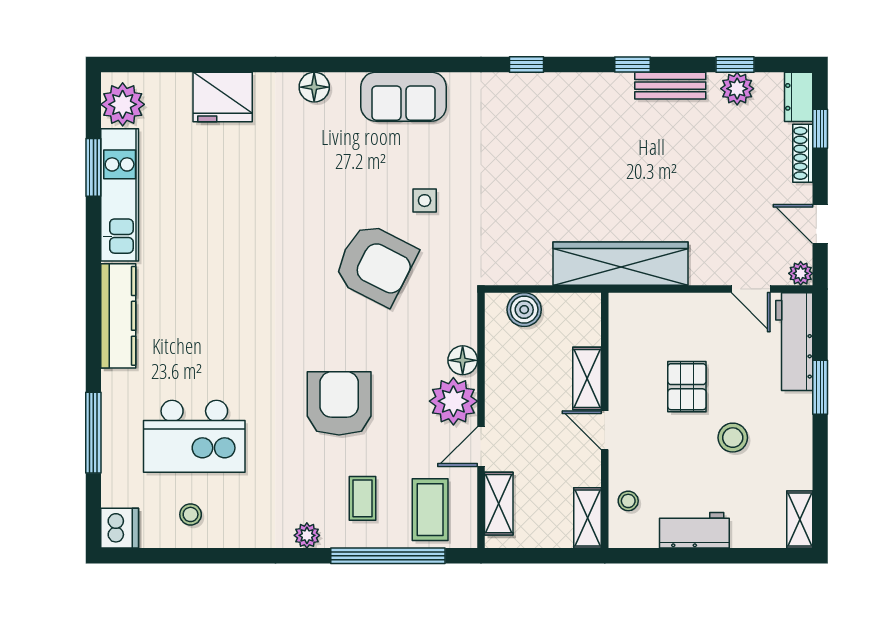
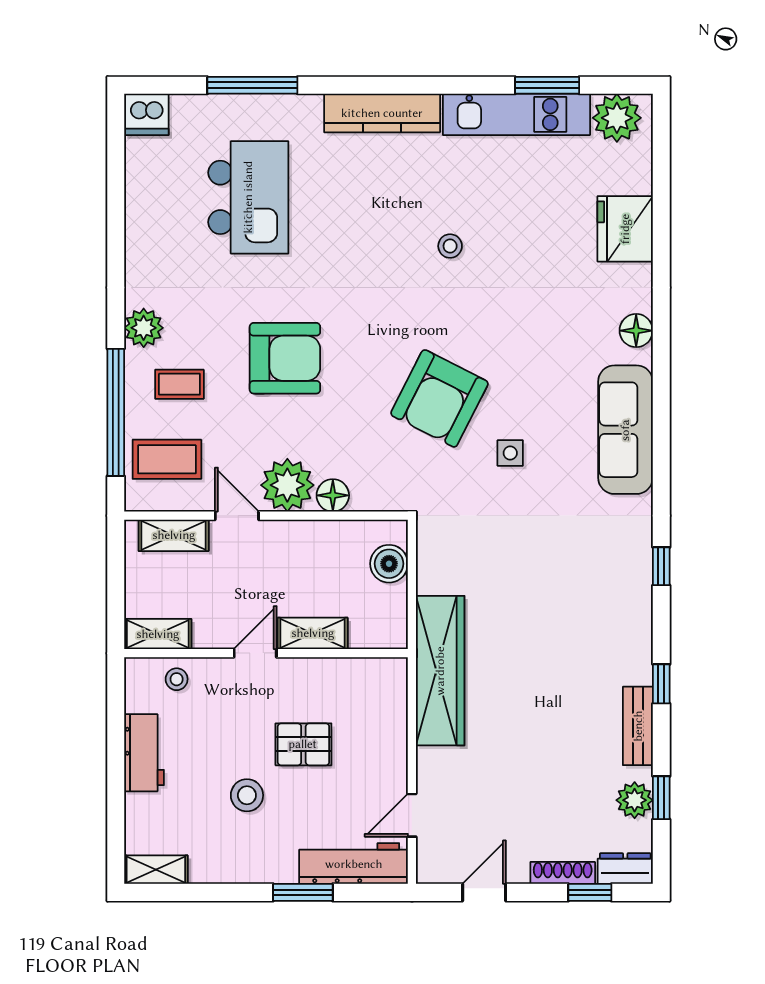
sofa: (404, 97) -> (625, 430), width x1.36
plant: (801, 273) -> (429, 871), removed
kitchen island: (194, 436) -> (248, 197), turned 180
stool: (191, 514) -> (450, 246), moved
plant: (307, 535) -> (144, 328), width x1.38, depth x1.38

